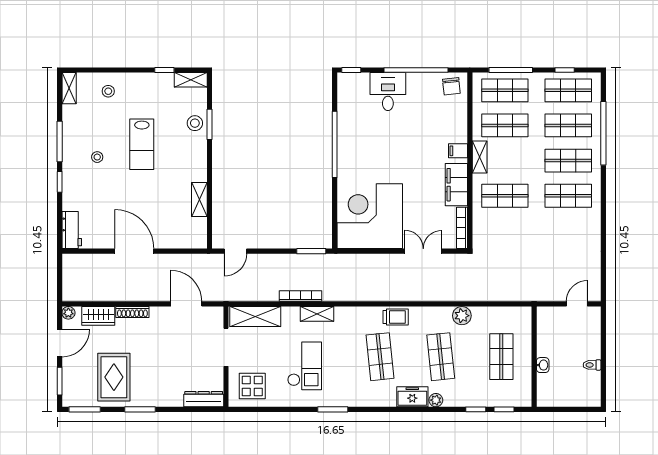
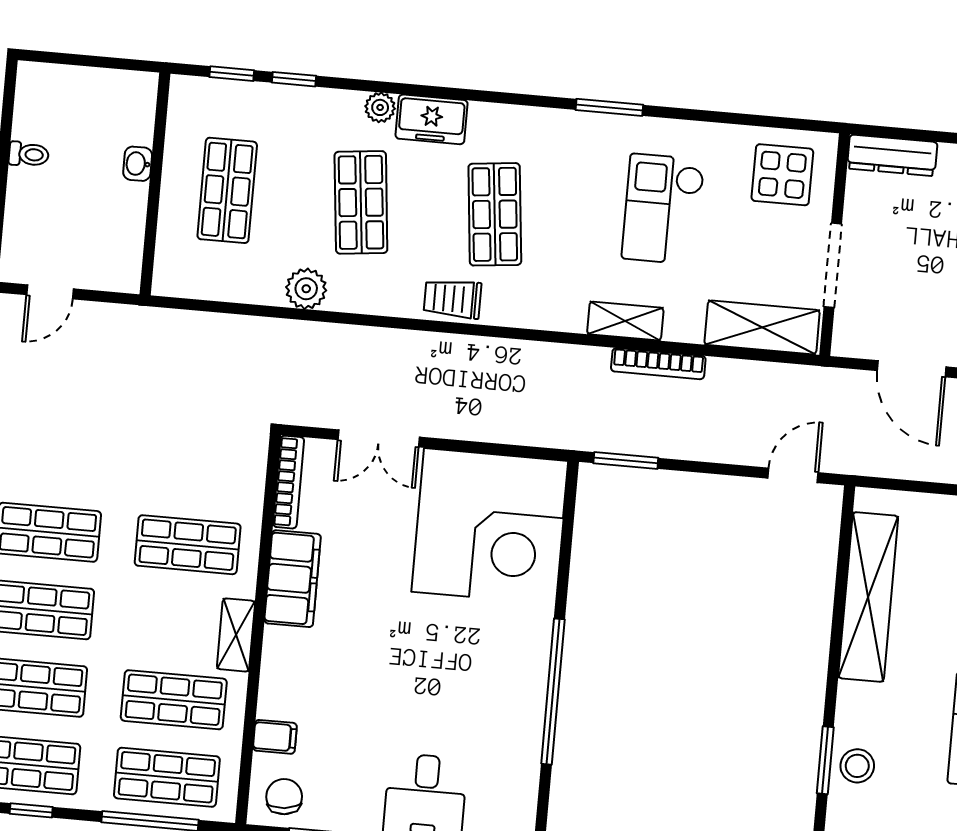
filing cabinet: (458, 151) -> (275, 737), moved
shelving: (199, 200) -> (868, 597), width x2.20, depth x1.33

